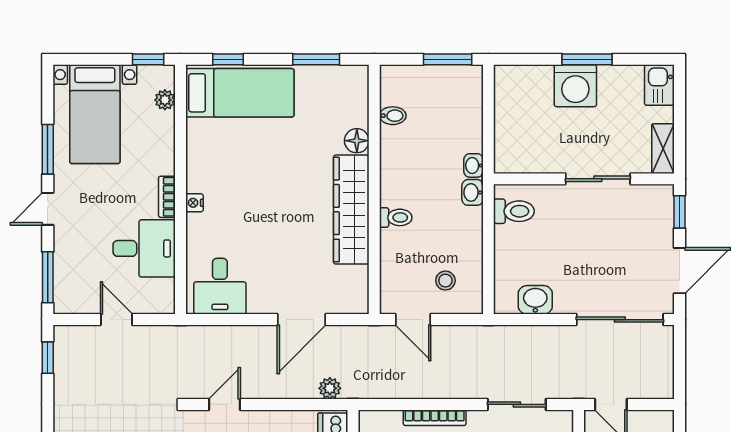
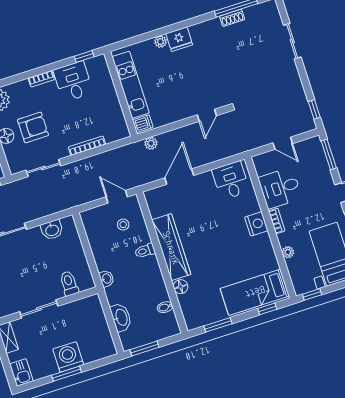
plant: (165, 100) -> (288, 252), moved
washbasin: (474, 165) -> (121, 317), moved, width x1.91, depth x1.45
nightstand: (194, 203) -> (256, 224), width x1.89, depth x1.79
toilet: (514, 211) -> (69, 283), moved, turned 90
stool: (445, 281) -> (123, 225), moved

